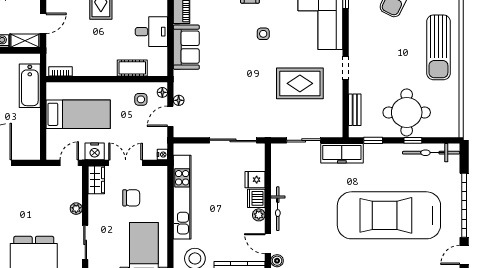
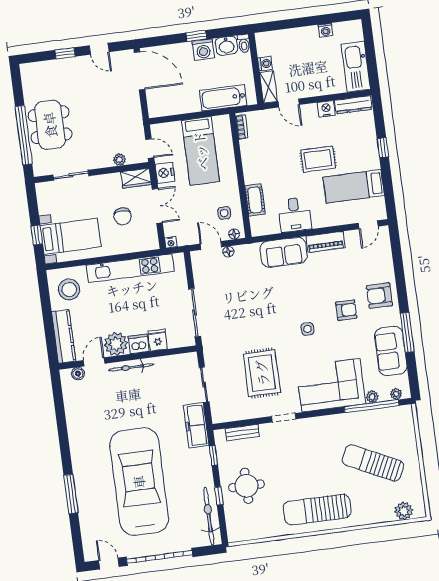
round table: (407, 112) -> (246, 486), width x0.73, depth x0.73
plant: (76, 209) -> (119, 160), moved
plant: (259, 215) -> (116, 344), width x1.88, depth x1.88

